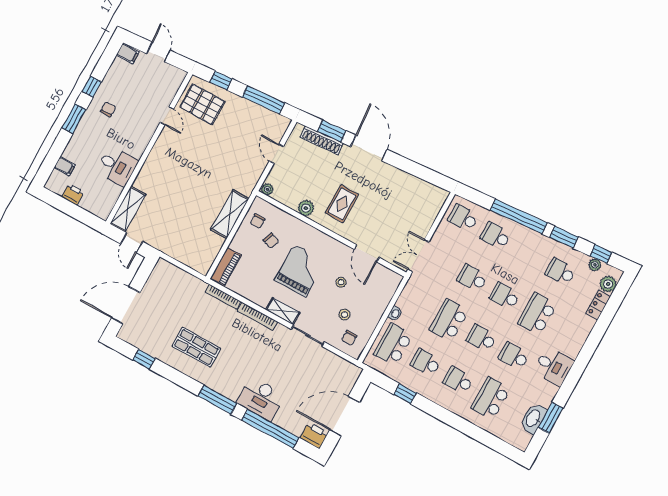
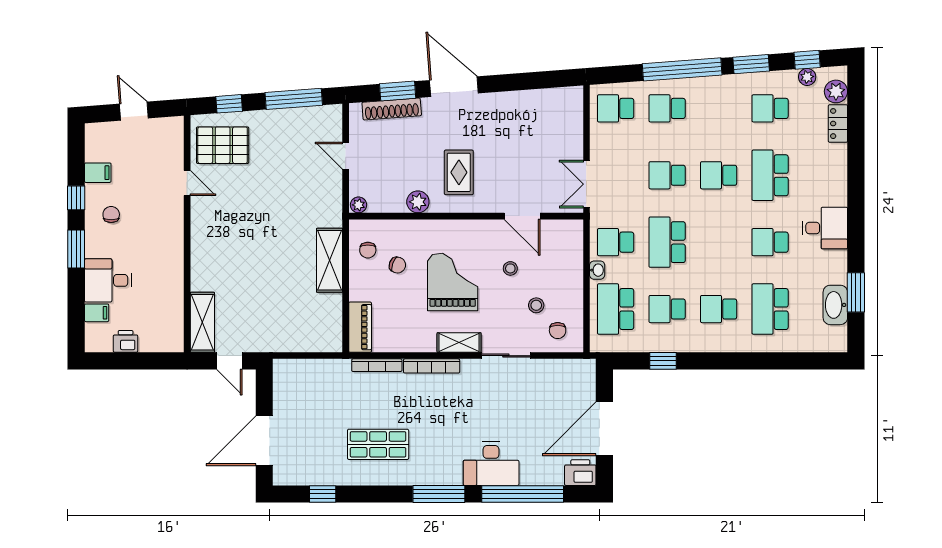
filing cabinet: (128, 53) -> (98, 173), moved
desk: (117, 166) -> (108, 280), moved, turned 180
school desk: (482, 338) -> (616, 242), moved

